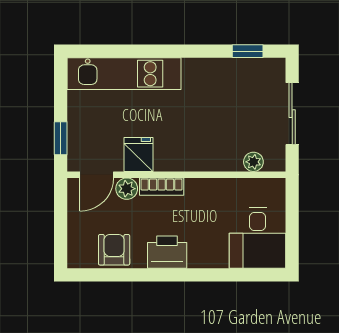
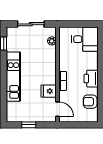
kitchen unit: (124, 74) -> (13, 77), moved
window: (61, 138) -> (29, 125), moved
plant: (127, 189) -> (63, 96), removed

